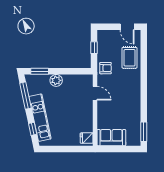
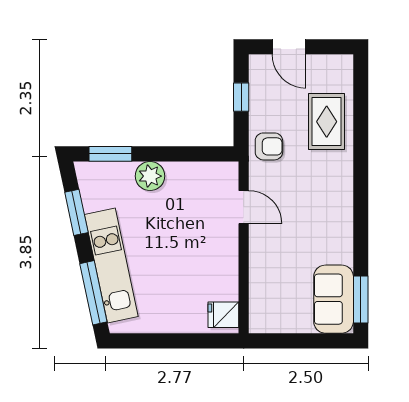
door: (127, 27) -> (289, 47), moved
window: (26, 96) -> (76, 212), width x0.69
window: (33, 129) -> (93, 293), width x2.17
sofa: (111, 138) -> (334, 299), moved, turned -90

